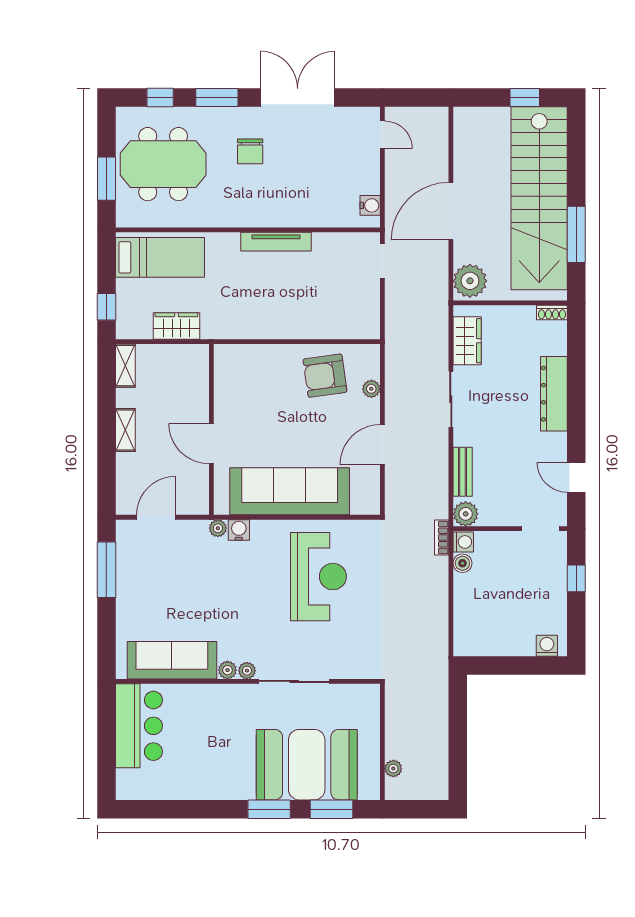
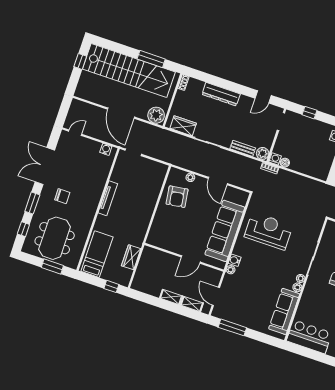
shelving: (125, 366) -> (192, 304), moved

